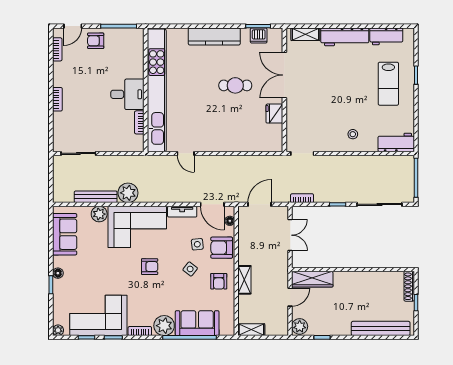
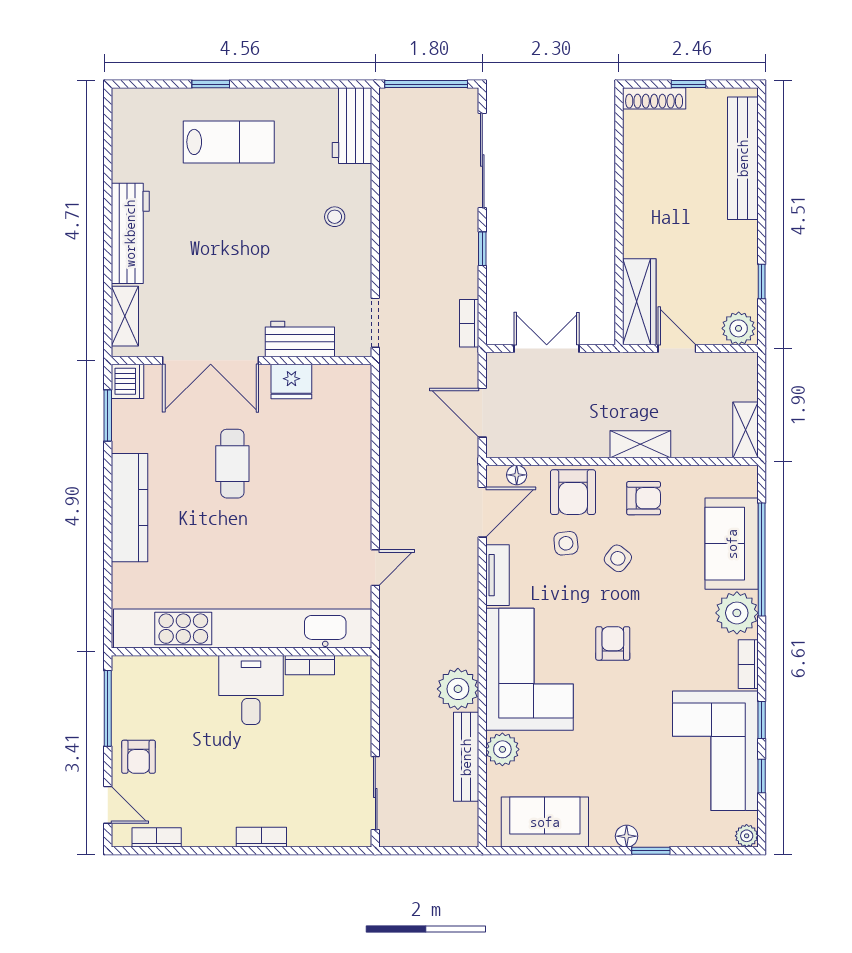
dishwasher: (259, 36) -> (128, 381), moved
workbench: (386, 36) -> (300, 339), moved, turned -90

